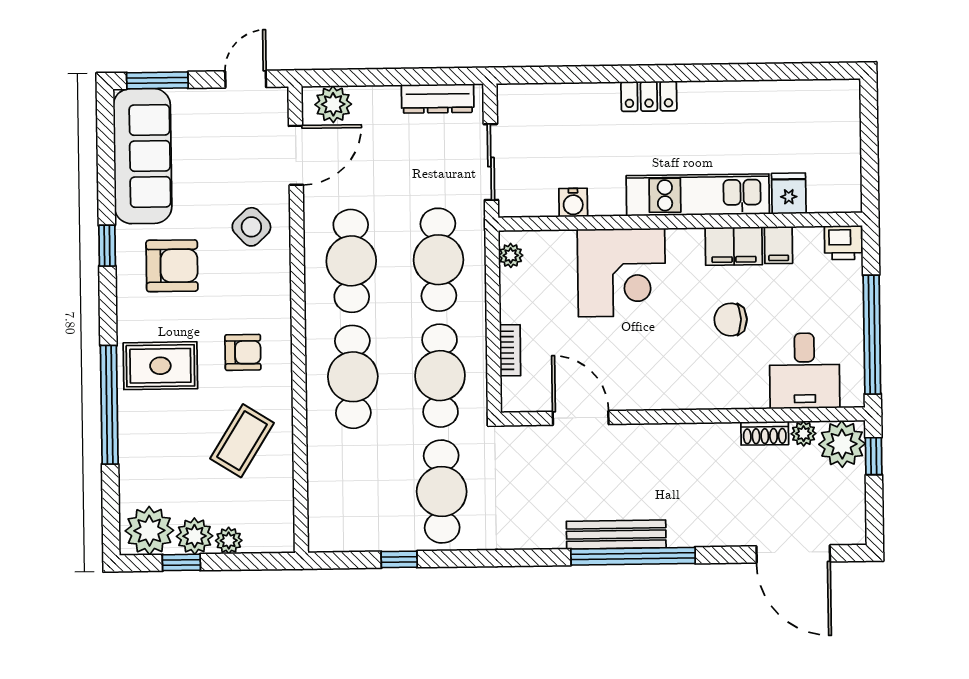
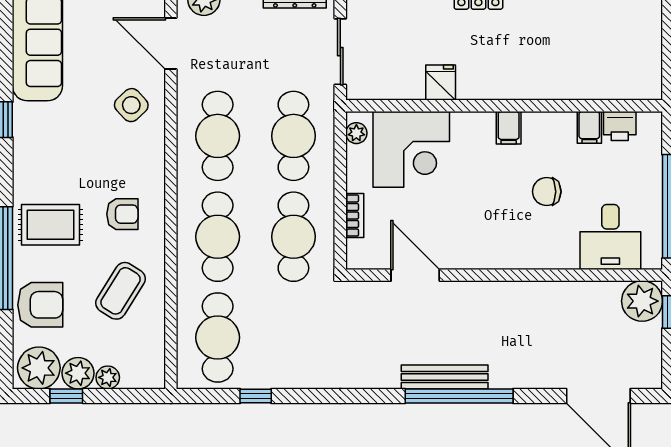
door: (296, 155) -> (171, 43), swing flipped
fridge: (789, 193) -> (441, 83), moved
kitchen unit: (698, 195) -> (520, 83), removed
water cooler: (573, 203) -> (411, 88), removed
printer: (843, 243) -> (620, 126), moved
filing cabinet: (734, 246) -> (509, 128), moved, width x0.50
armchair: (172, 266) -> (40, 305), moved
corner desk: (622, 273) -> (411, 149), moved
shoe rack: (765, 433) -> (575, 291), removed
plant: (804, 434) -> (609, 292), removed
cafe table: (442, 492) -> (218, 337), moved

